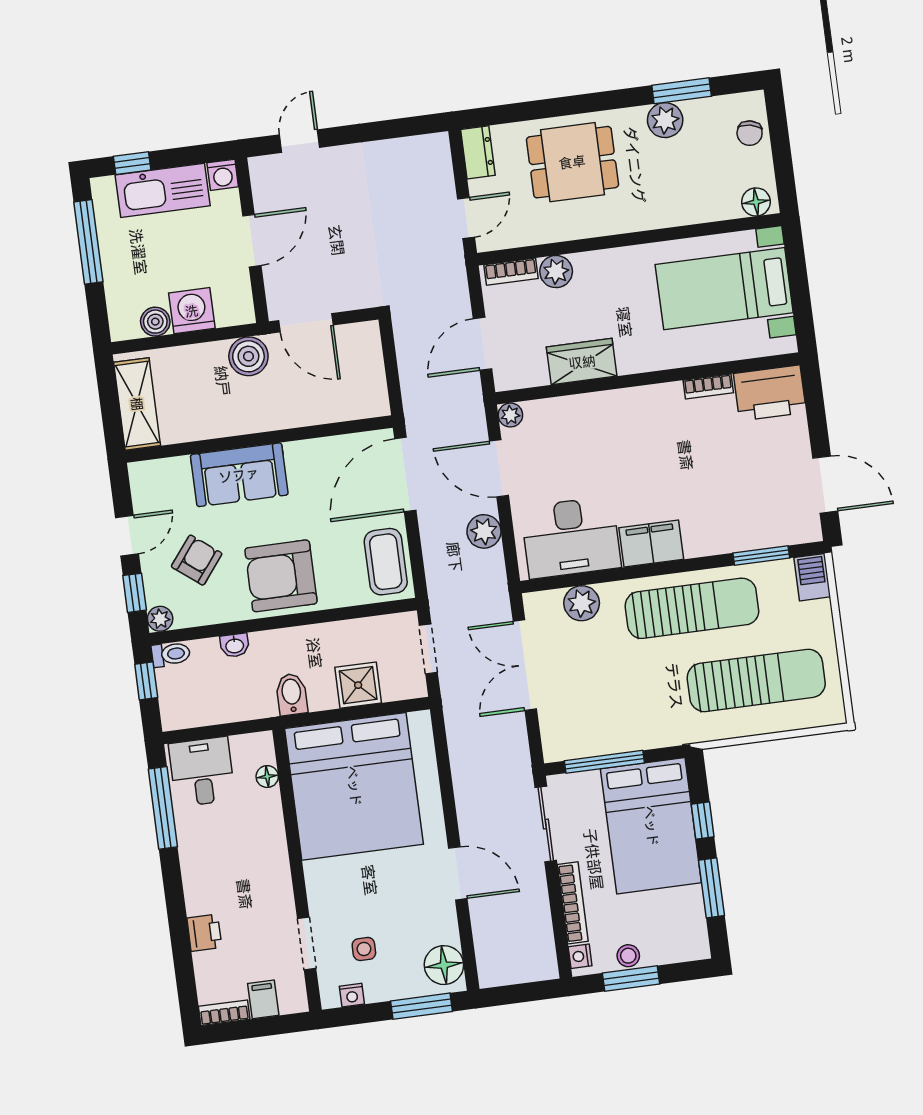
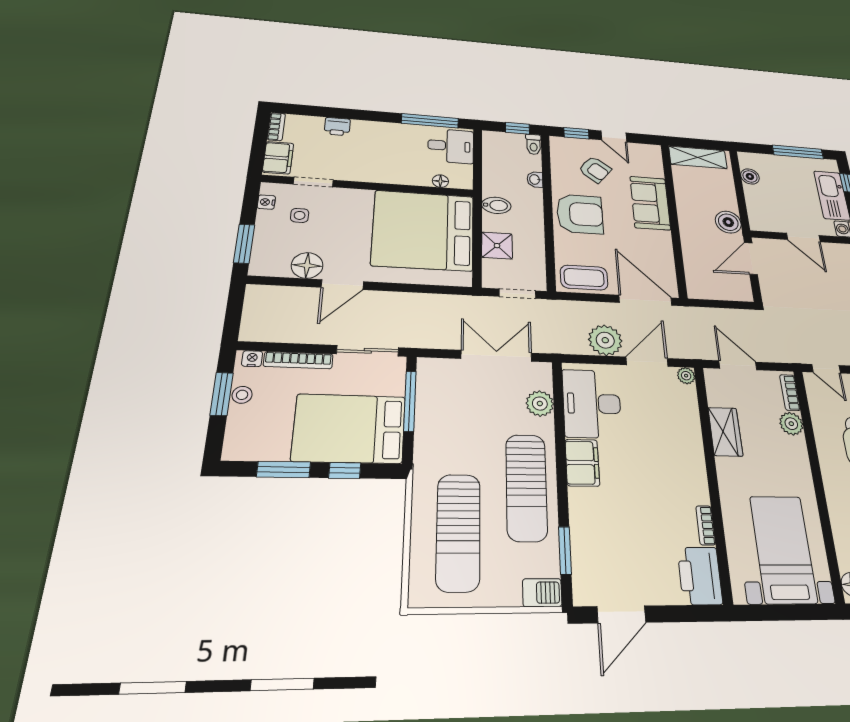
washing machine: (192, 311) -> (757, 197), removed
plant: (484, 531) -> (605, 340), width x1.36, depth x1.36
armchair: (281, 576) -> (580, 214), turned 90
plant: (160, 619) -> (558, 143), removed
floor lamp: (444, 965) -> (307, 265), moved
filing cabinet: (263, 999) -> (278, 158), width x2.00

